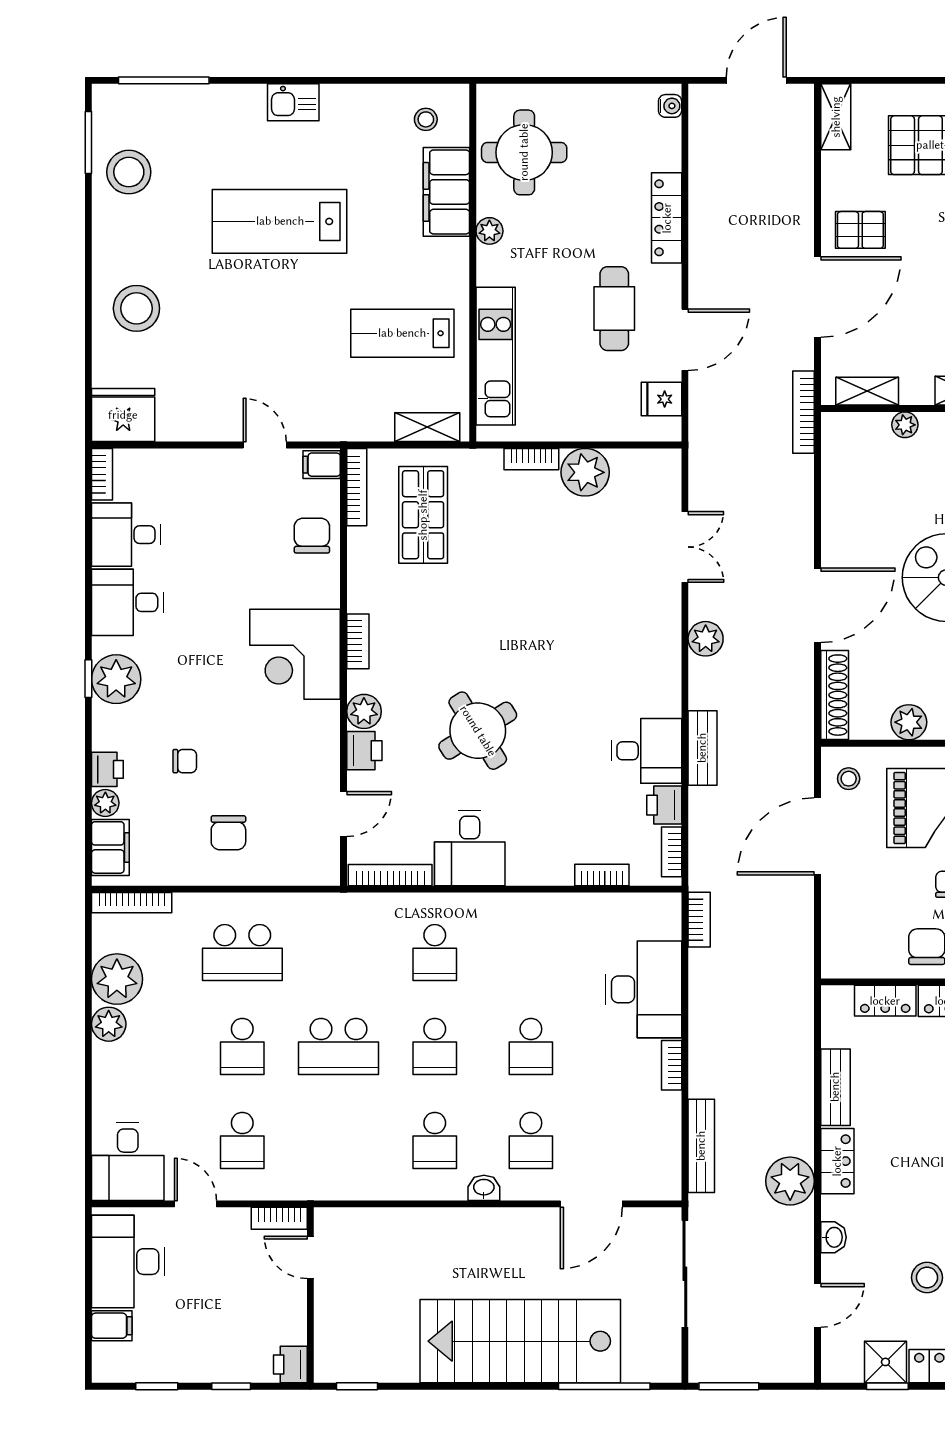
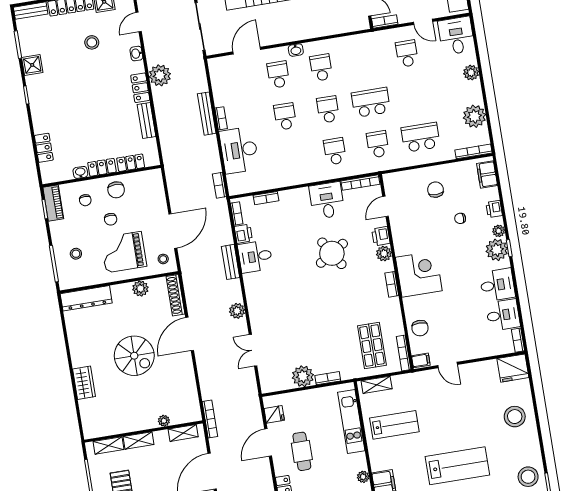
plant: (105, 803) -> (499, 231), moved
plant: (109, 1024) -> (471, 73), moved
school desk: (242, 1046) -> (378, 144), moved
bench: (701, 1146) -> (207, 114), moved

